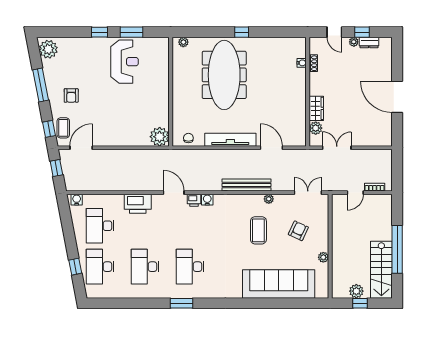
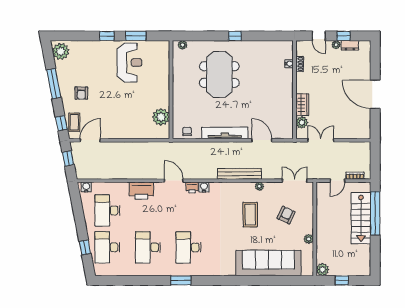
meeting table: (224, 75) -> (219, 75), width x0.73
plant: (160, 137) -> (161, 117), moved
window: (397, 249) -> (375, 213), moved
stairs: (381, 270) -> (361, 218), moved
plant: (356, 291) -> (322, 270), moved

